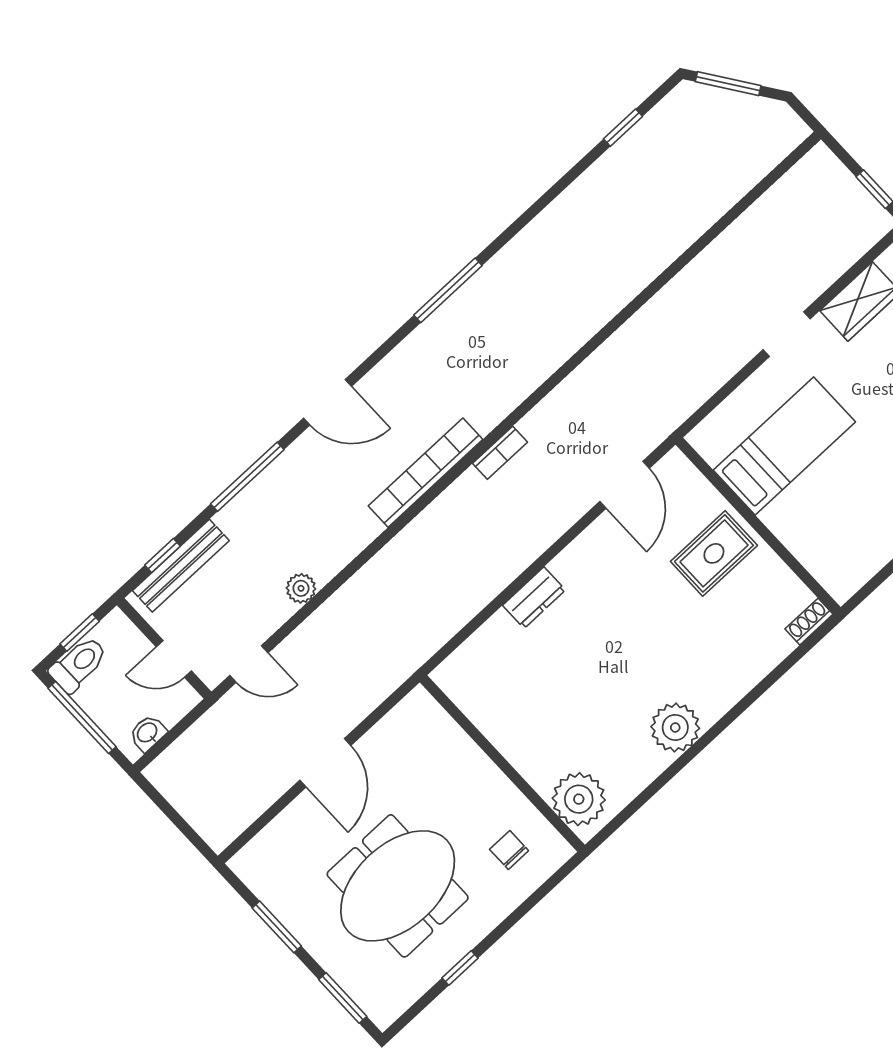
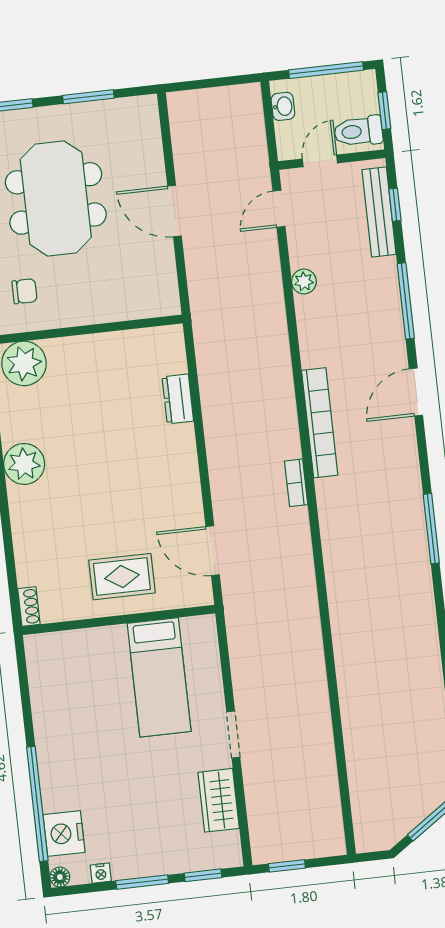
rug: (714, 553) -> (122, 577), turned 90
dresser: (534, 598) -> (178, 399), moved
toilet: (79, 664) -> (358, 131), moved, turned 90

